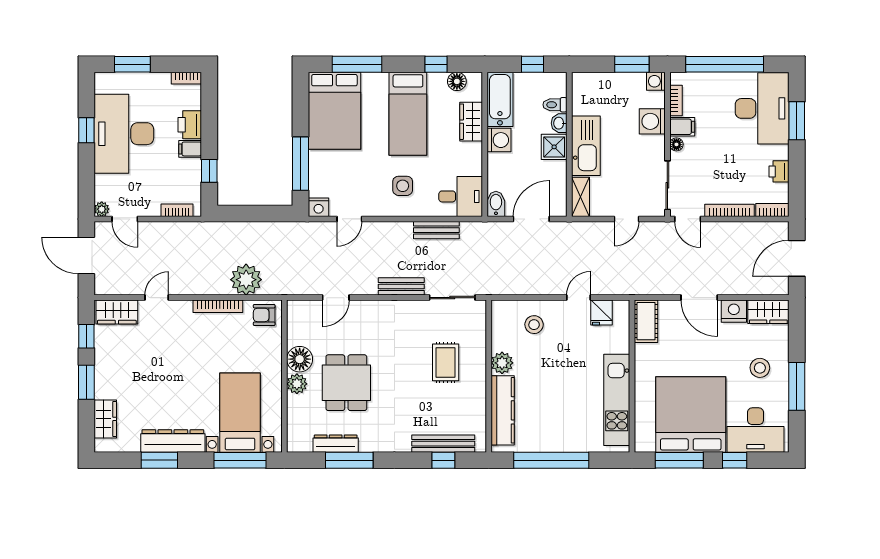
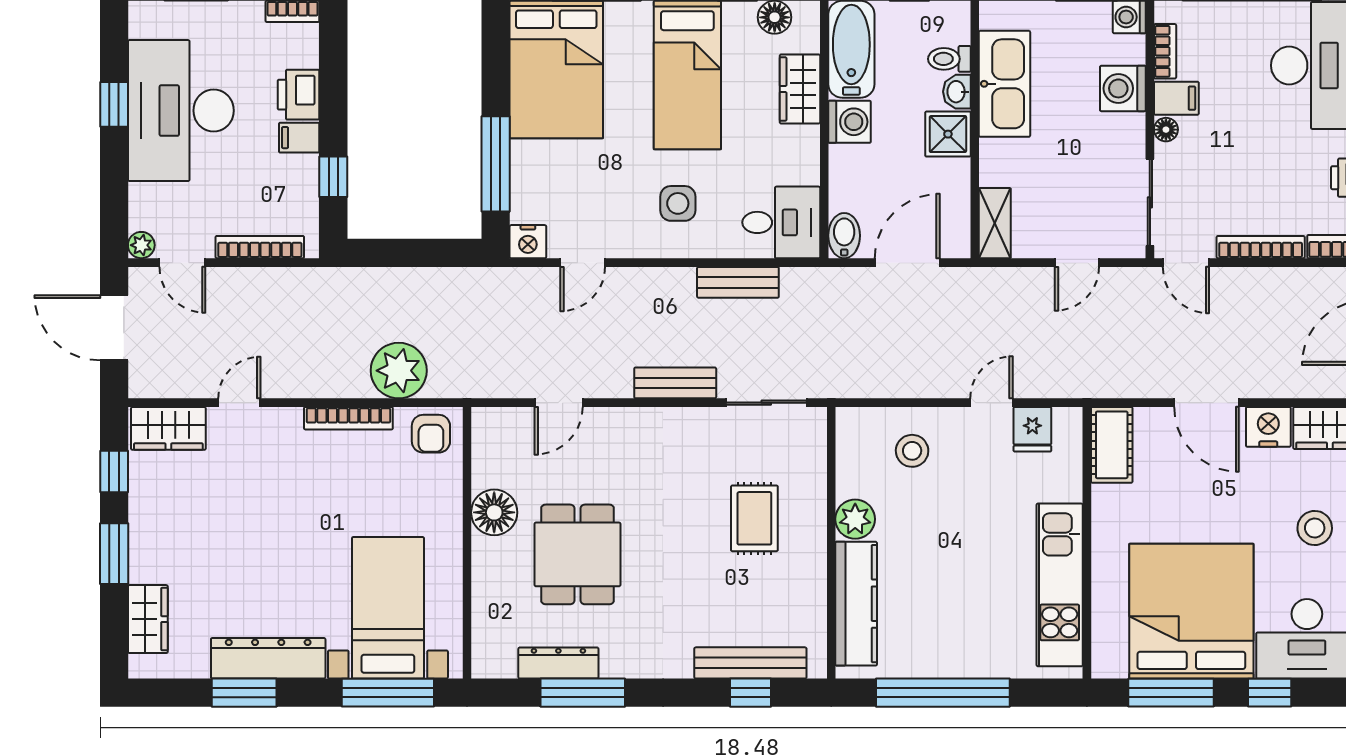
kitchen sink: (586, 146) -> (1005, 84), moved
bookcase: (177, 210) -> (260, 247), width x1.56
armchair: (264, 315) -> (431, 434), turned -90
plant: (297, 384) -> (489, 556), removed

